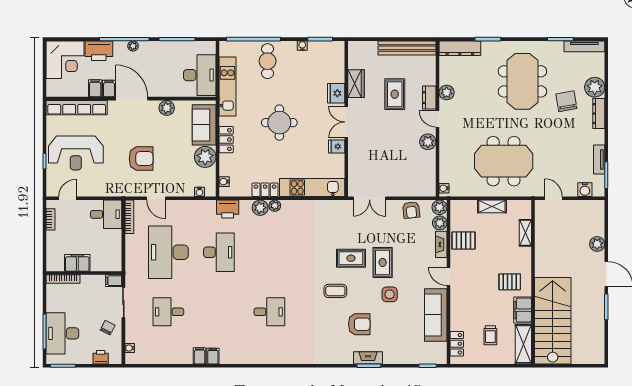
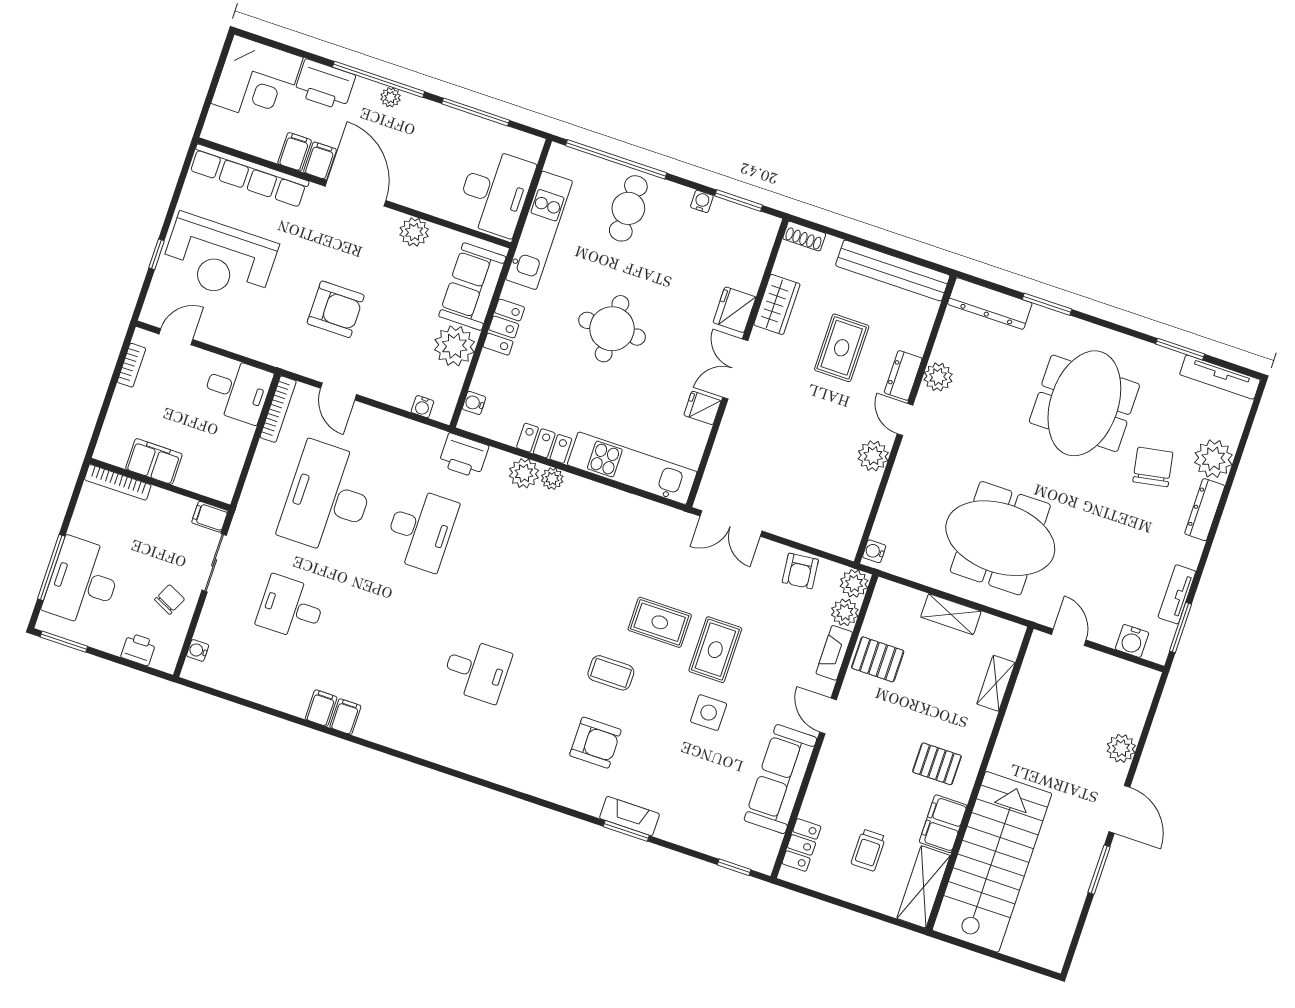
shoe rack: (358, 46) -> (804, 236), added
armchair: (359, 324) -> (595, 743), moved

